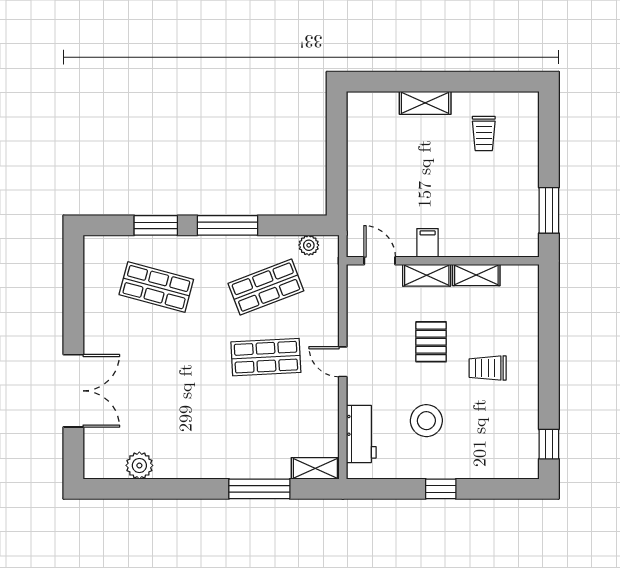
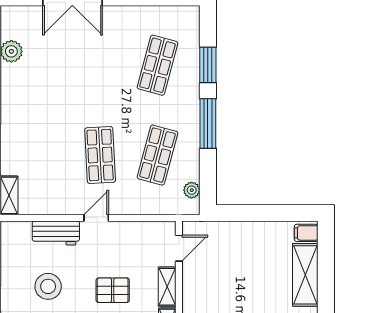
shelving: (425, 103) -> (305, 275), width x1.50, depth x1.33
filing cabinet: (428, 243) -> (306, 233), moved, turned 180
shop shelf: (266, 287) -> (157, 155), turned 36
workbench: (361, 434) -> (56, 233), moved

